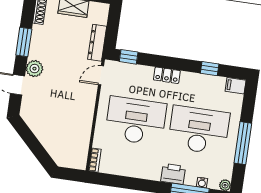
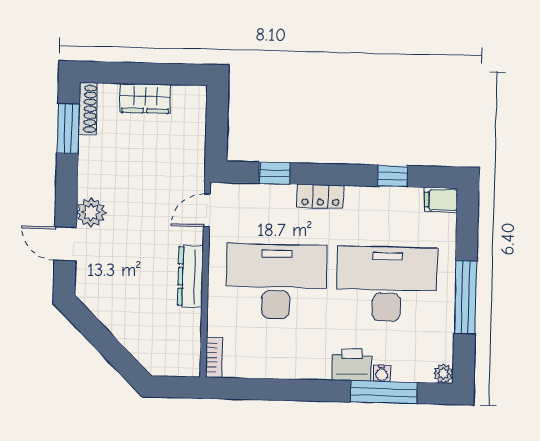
window: (24, 42) -> (68, 129), moved
dresser: (97, 43) -> (191, 276), moved
window: (129, 57) -> (275, 173), moved
water cooler: (202, 183) -> (382, 373), moved

